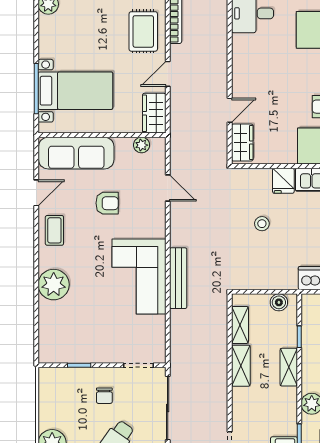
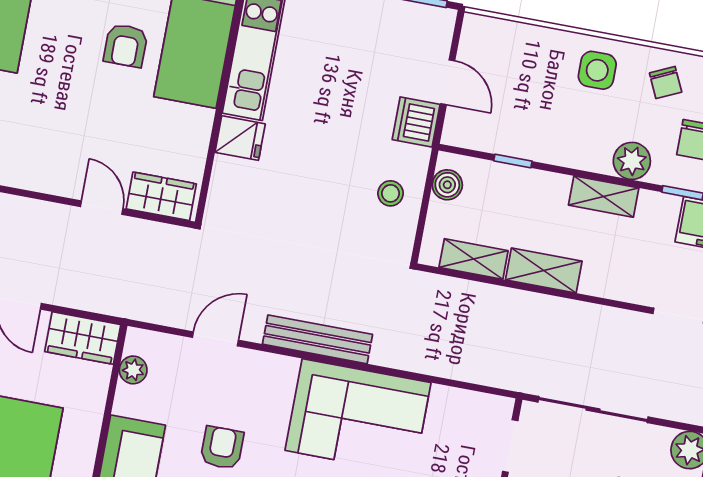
stool: (262, 224) -> (391, 193), moved
bench: (178, 278) -> (317, 339), moved
shelving: (289, 367) -> (604, 197), moved

